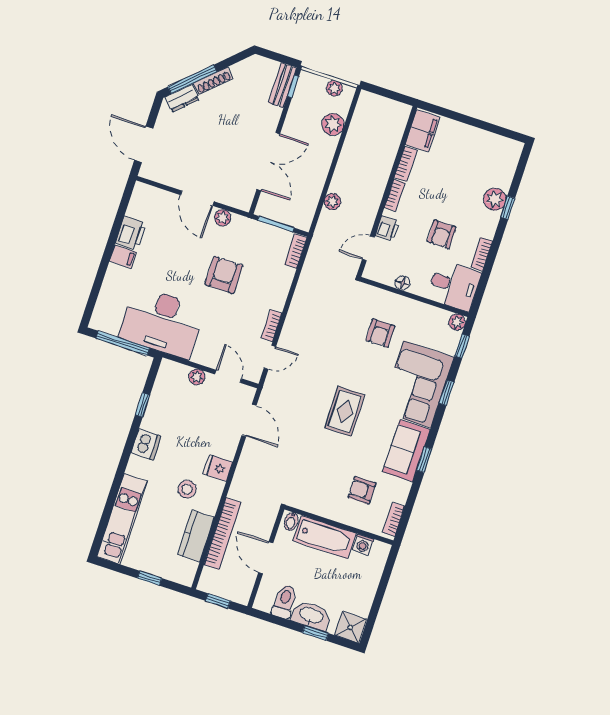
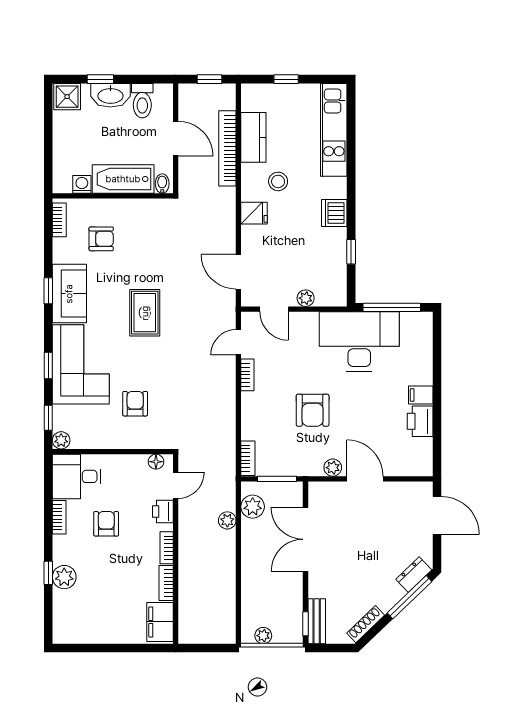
shoe rack: (213, 81) -> (366, 624), moved
plant: (333, 124) -> (253, 507), moved
floor lamp: (403, 283) -> (156, 462), moved

